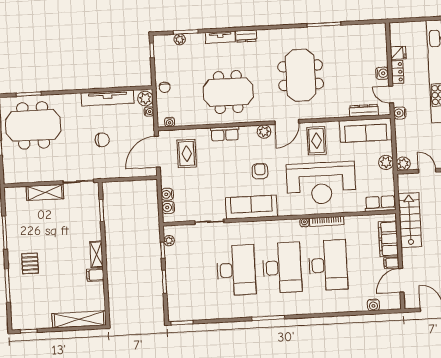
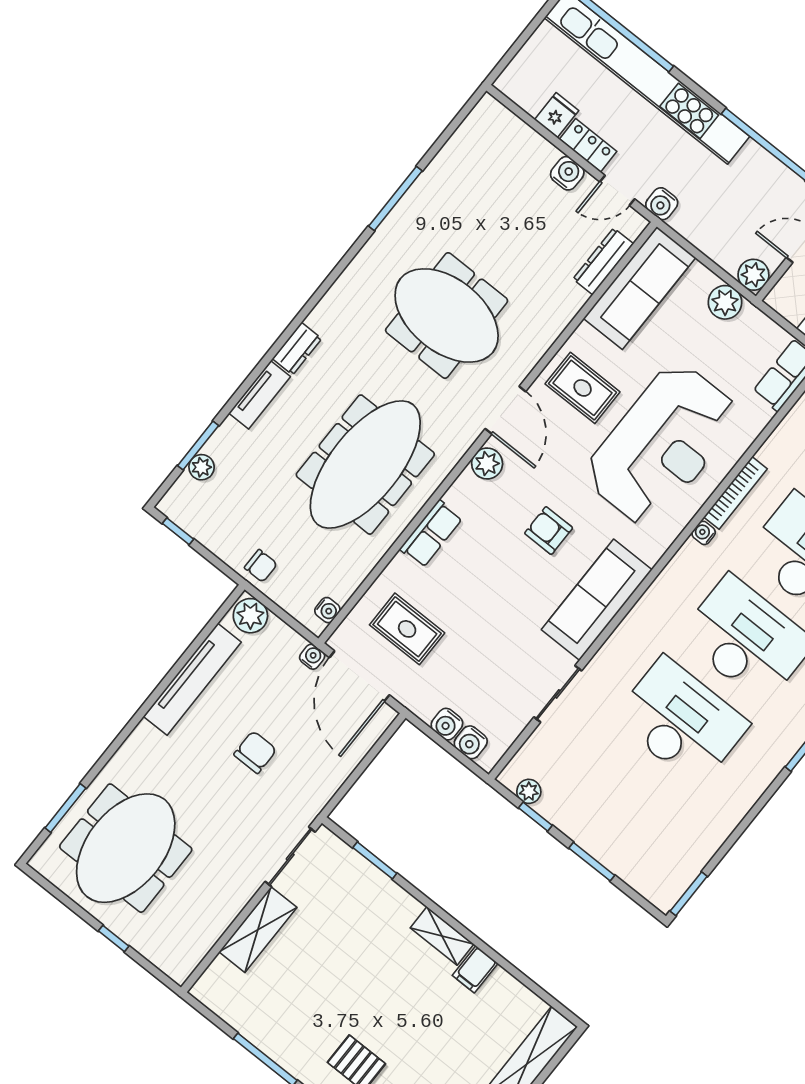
meeting table: (228, 92) -> (365, 465), width x1.36
water cooler: (149, 112) -> (312, 657), moved

